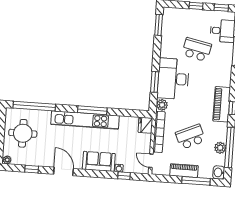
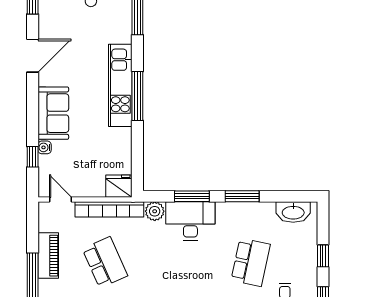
washbasin: (168, 22) -> (293, 212), added
window: (159, 25) -> (242, 196), moved
desk: (173, 79) -> (190, 221), width x0.73, depth x0.77
kitchen unit: (85, 120) -> (120, 85), width x0.73
door: (151, 161) -> (61, 200), hinge flipped

